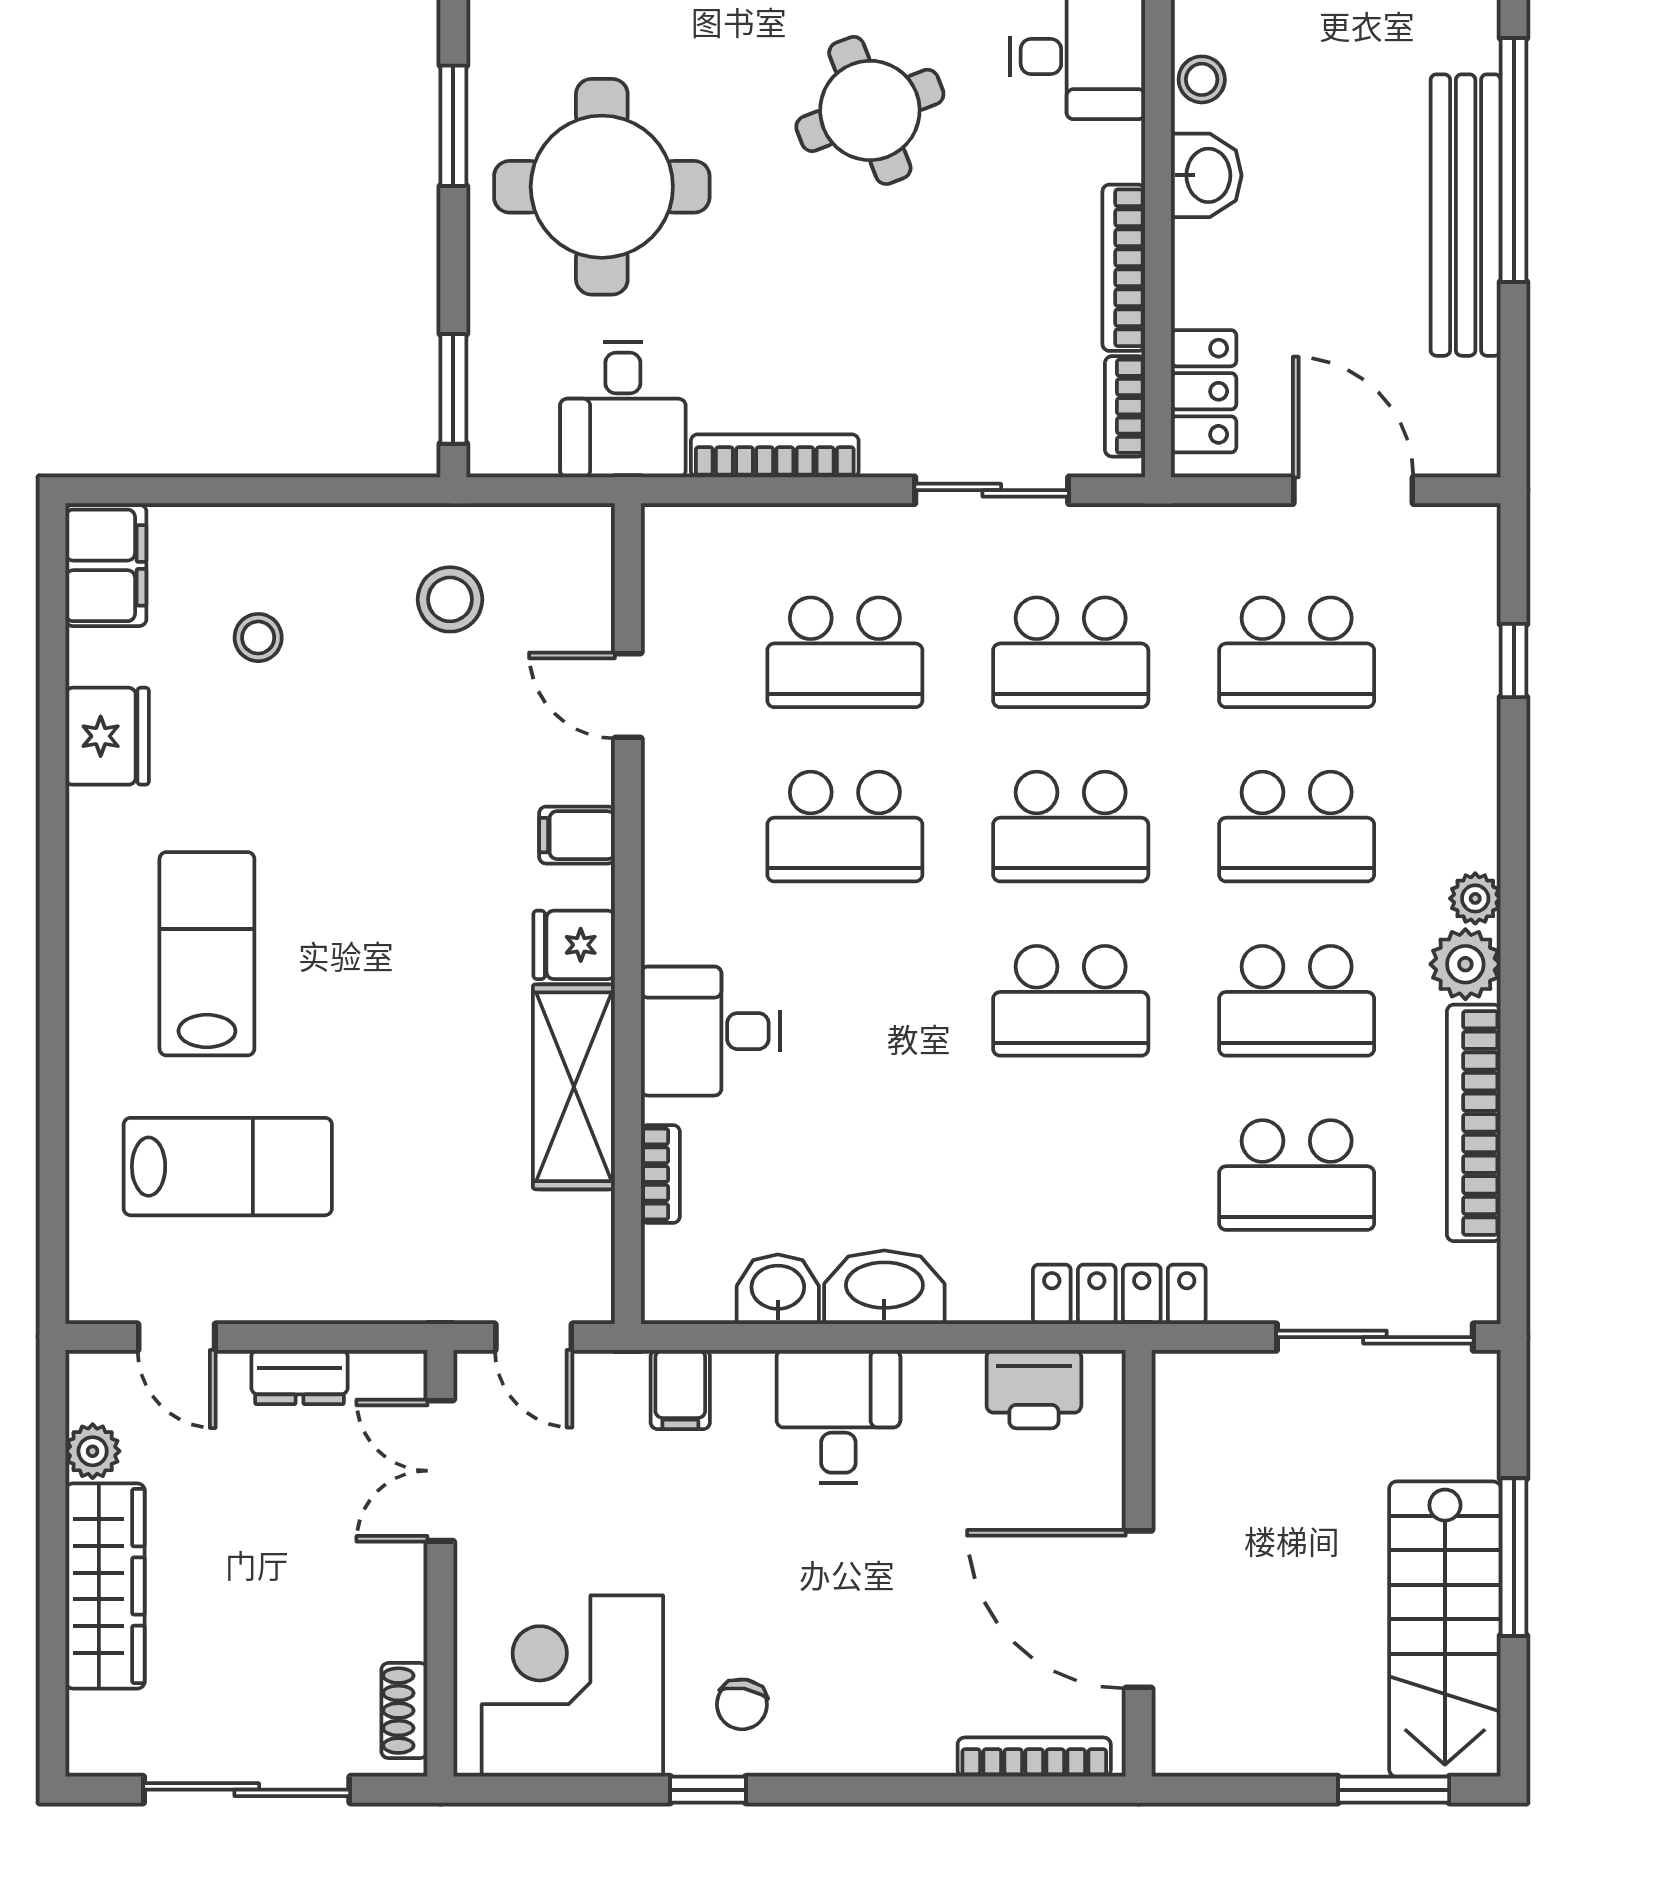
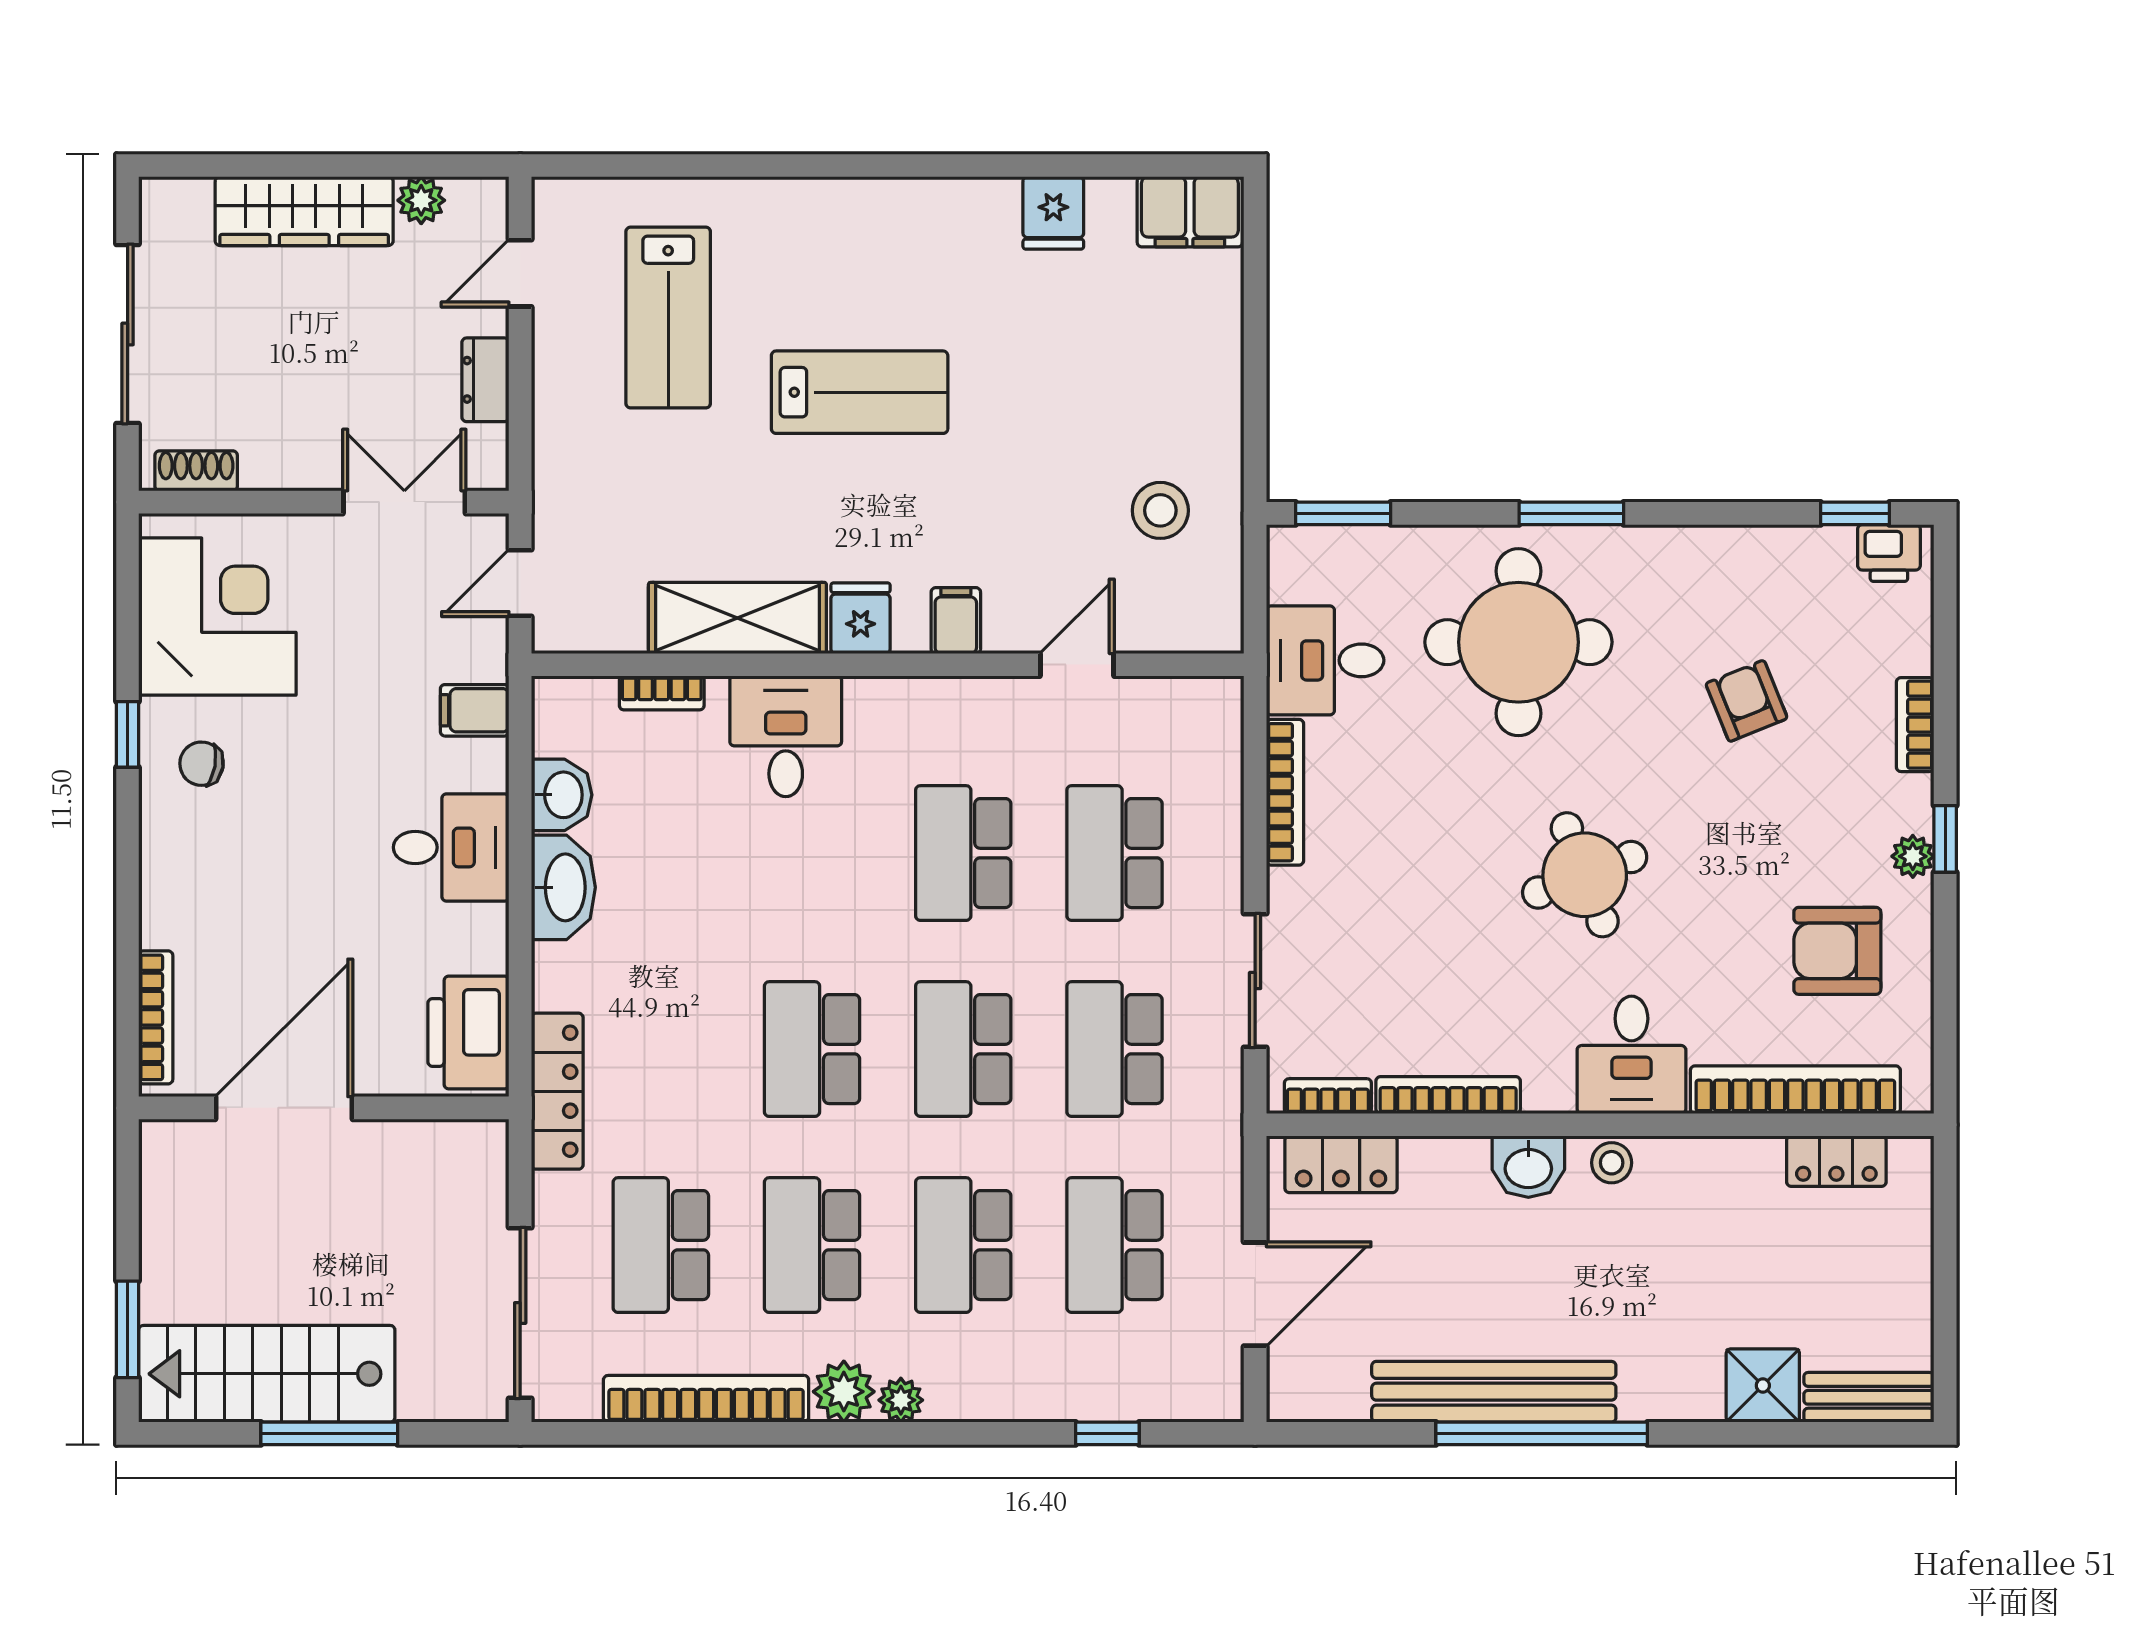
stool: (258, 638) -> (1127, 344), removed
fridge: (107, 736) -> (1053, 213), width x0.72
lab bench: (207, 954) -> (860, 392), moved
printer: (1034, 1389) -> (468, 1032), width x1.37, depth x1.19

